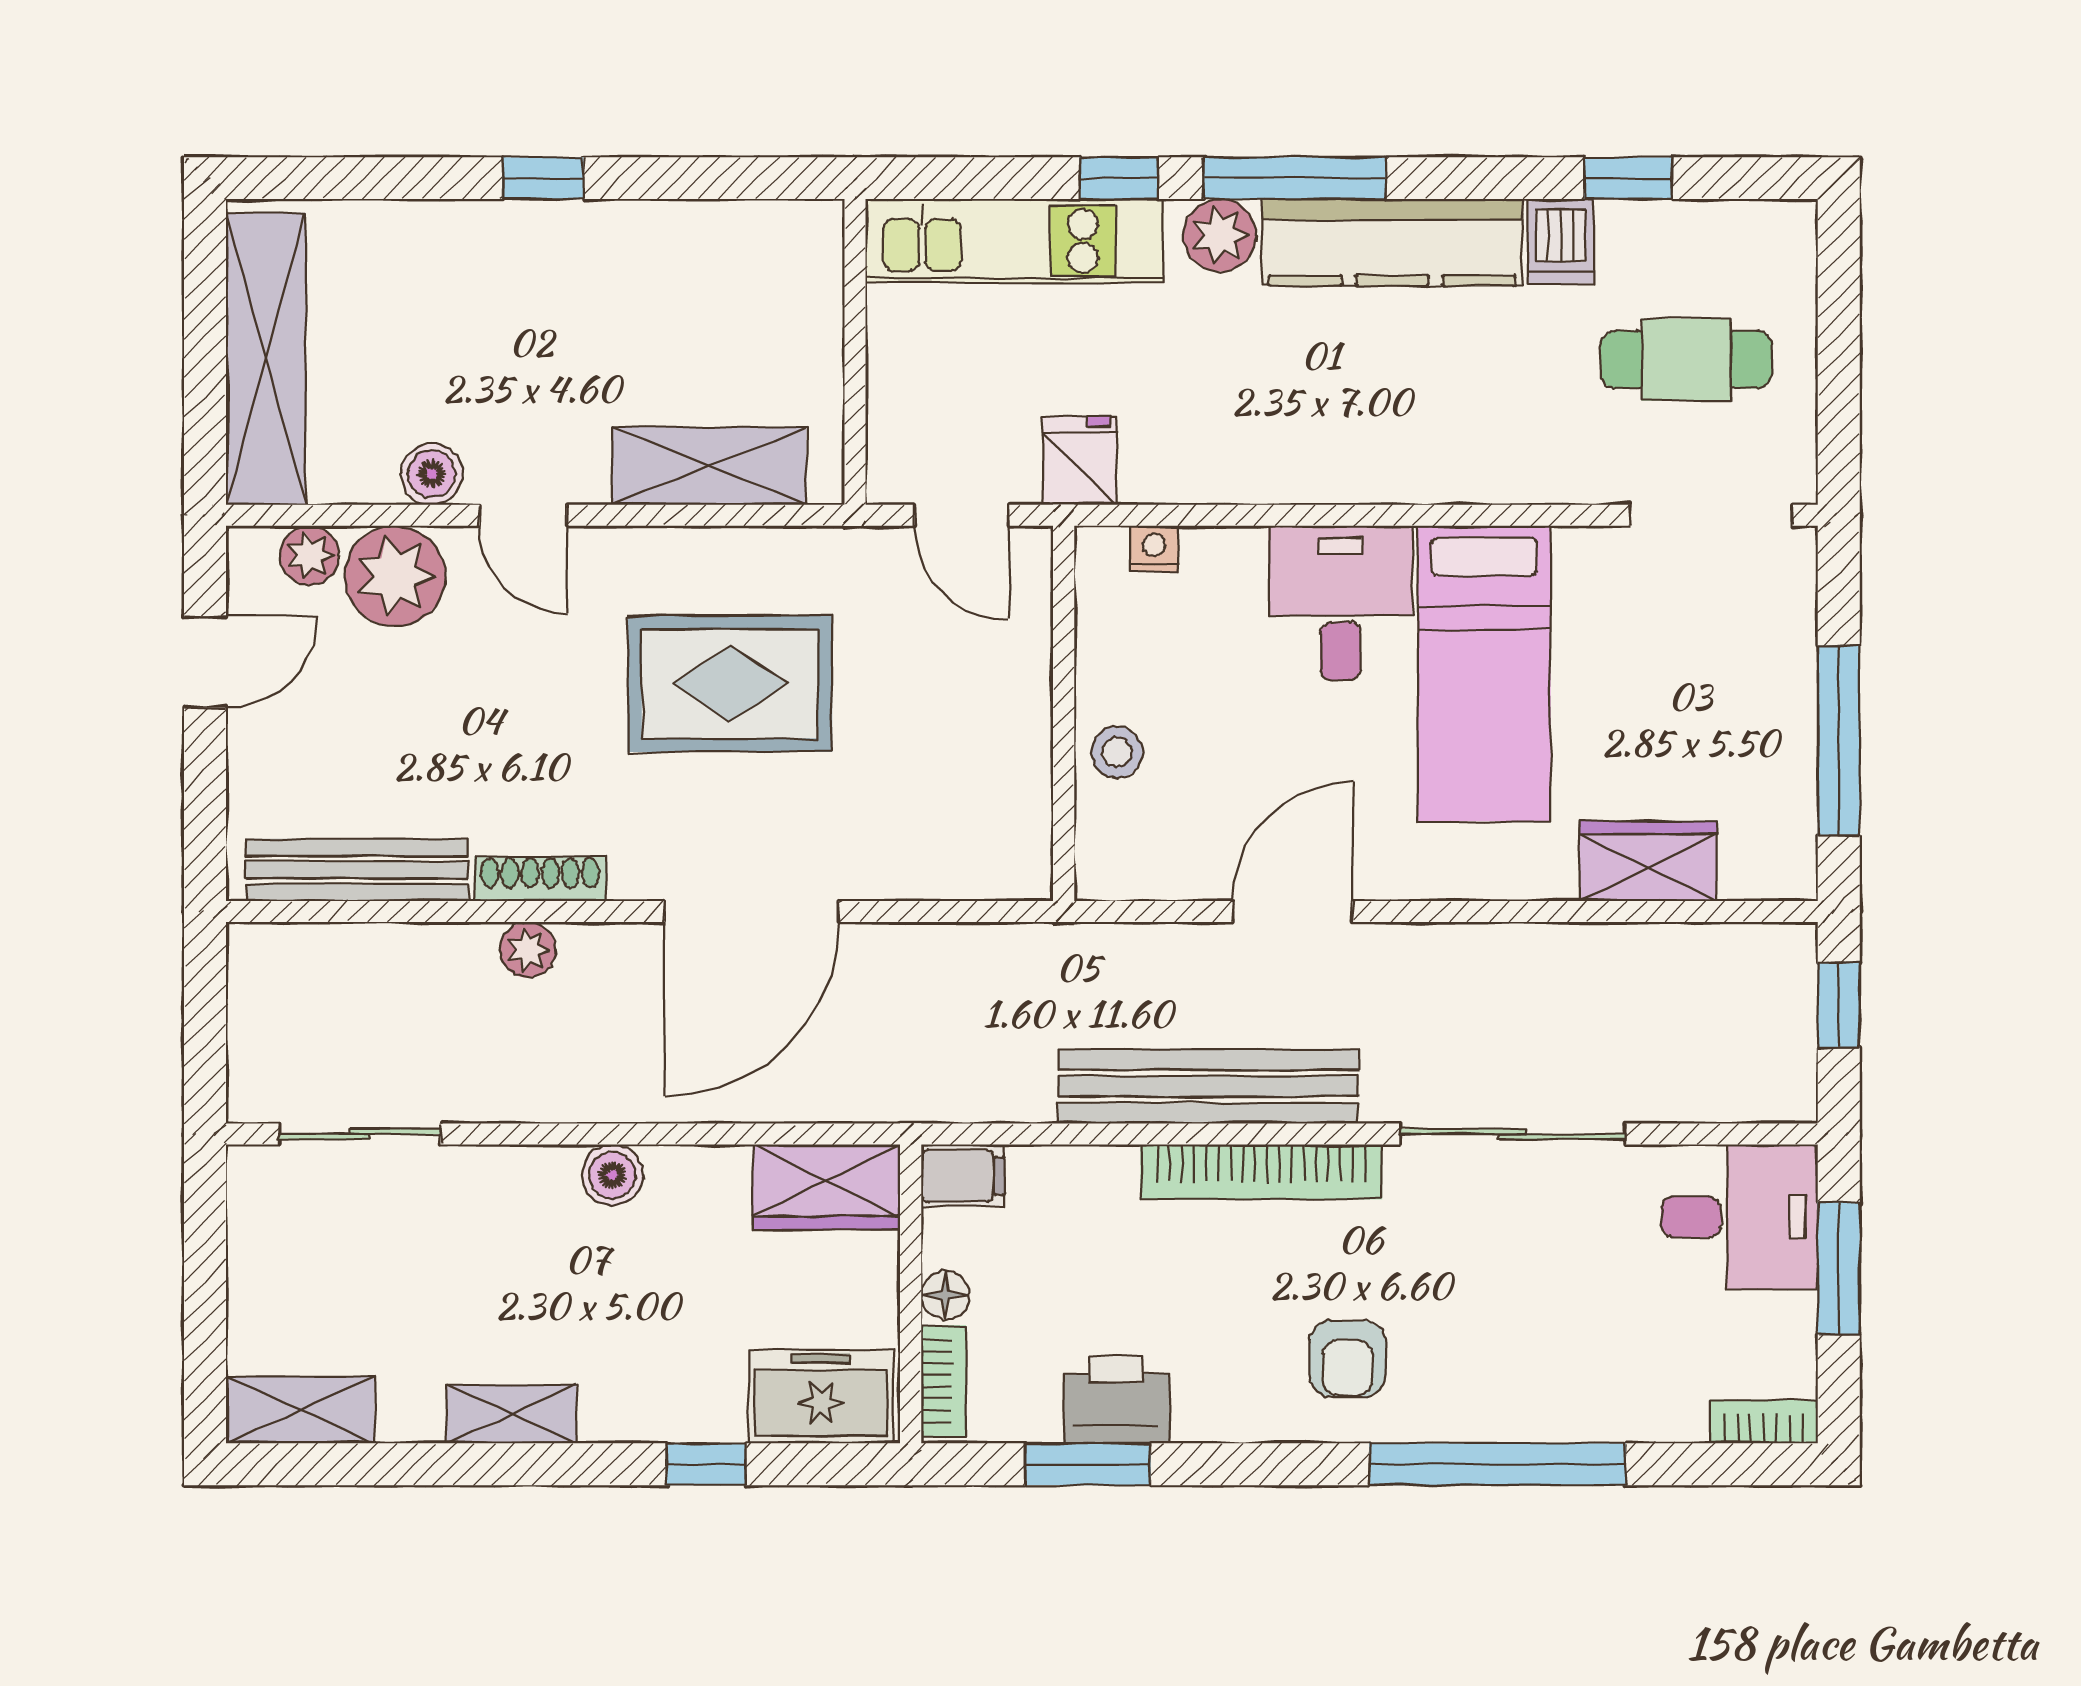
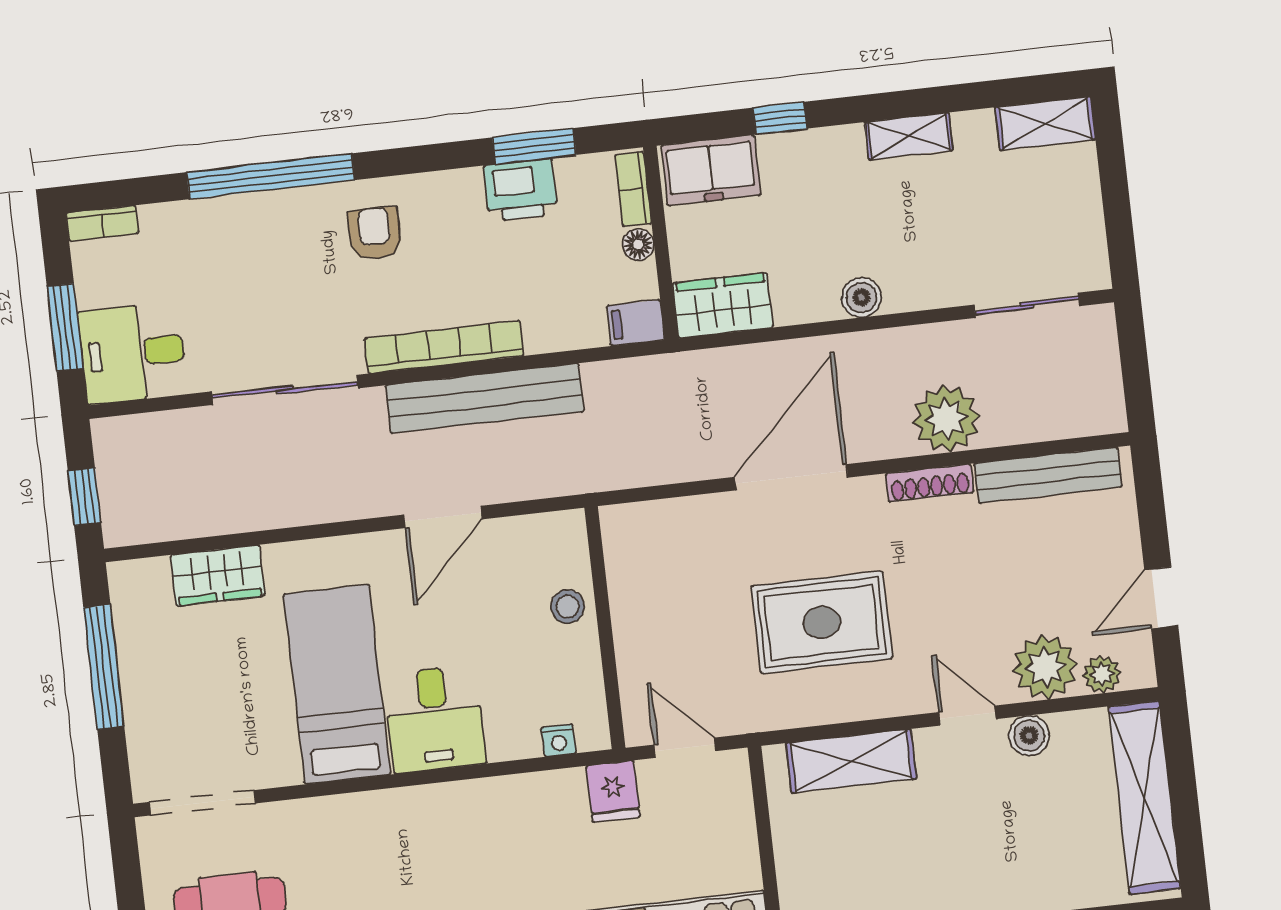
plant: (528, 950) -> (946, 419), width x1.88, depth x1.88

